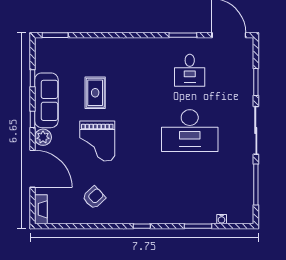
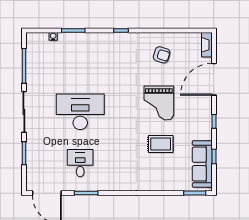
rug: (95, 93) -> (161, 144), turned 90
sofa: (46, 100) -> (202, 164), moved
plant: (43, 137) -> (205, 106), removed
grand piano: (97, 141) -> (159, 103), turned 180
door: (33, 169) -> (214, 79), hinge flipped
armchair: (94, 198) -> (162, 55), turned -120

